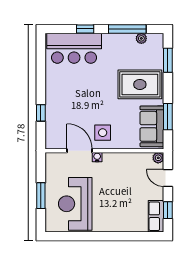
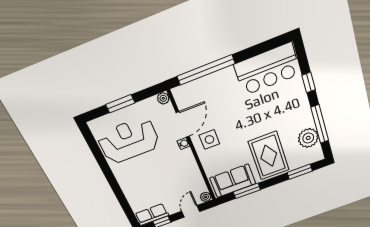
plant: (141, 38) -> (308, 138), width x1.88, depth x1.88
bar counter: (74, 48) -> (267, 69), moved, turned -90
window: (41, 113) -> (206, 70), width x3.17
plant: (51, 158) -> (163, 98), added

